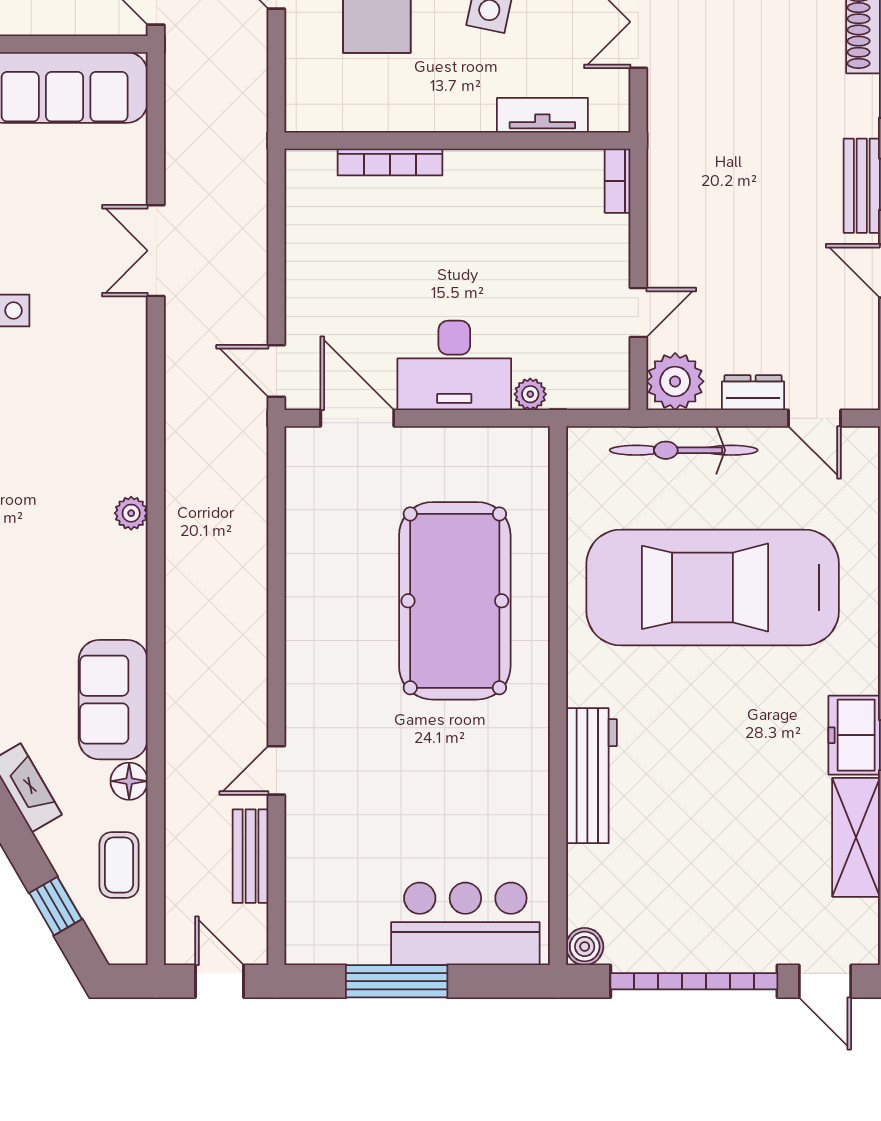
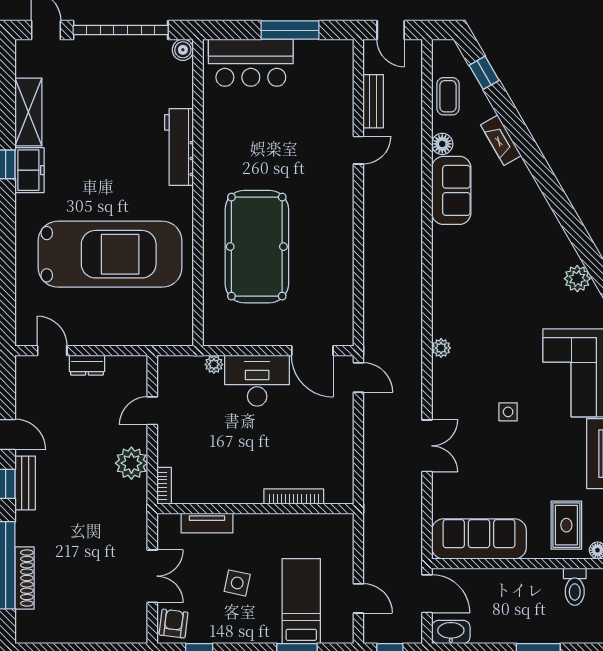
plant: (675, 381) -> (131, 463), moved
bicycle: (684, 450) -> (127, 332), removed
plant: (131, 513) -> (441, 348), moved

